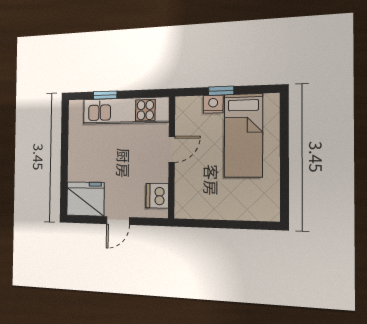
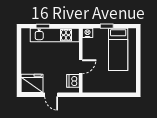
nightstand: (213, 104) -> (87, 33), moved
door: (172, 149) -> (81, 67), moved
door: (118, 221) -> (51, 95), hinge flipped

